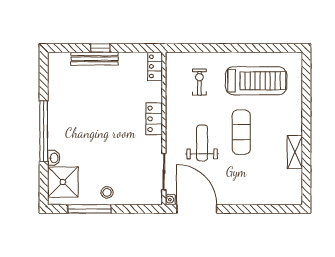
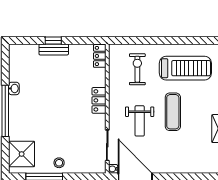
bench: (94, 59) -> (54, 49), width x0.73
exercise bike: (199, 82) -> (137, 69), width x1.38, depth x1.39
weight bench: (202, 143) -> (140, 121), turned 180
washbasin: (54, 158) -> (14, 88), moved

